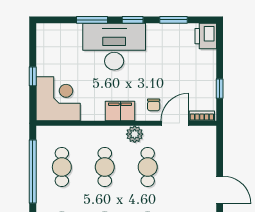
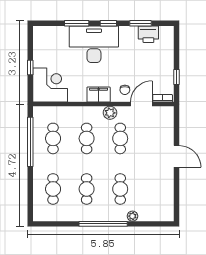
printer: (206, 36) -> (148, 34), moved, turned -90

